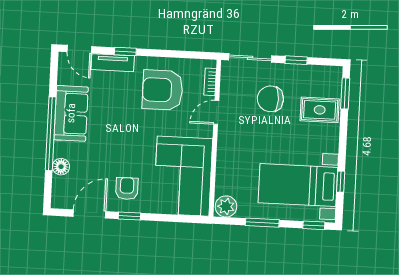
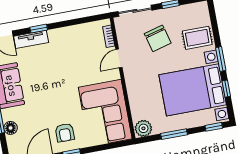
armchair: (163, 90) -> (74, 51), removed
window: (345, 93) -> (221, 59), moved
chair: (270, 99) -> (158, 38), turned -105
bed with nightstands: (298, 185) -> (193, 90), width x1.36
armchair: (127, 188) -> (65, 133), turned 180

